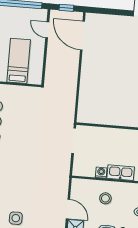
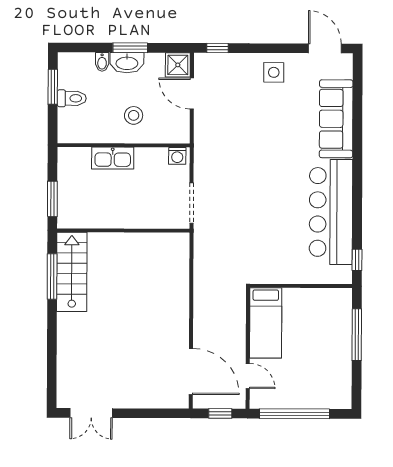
bed: (19, 61) -> (266, 323), moved
washing machine: (101, 173) -> (177, 156), moved

